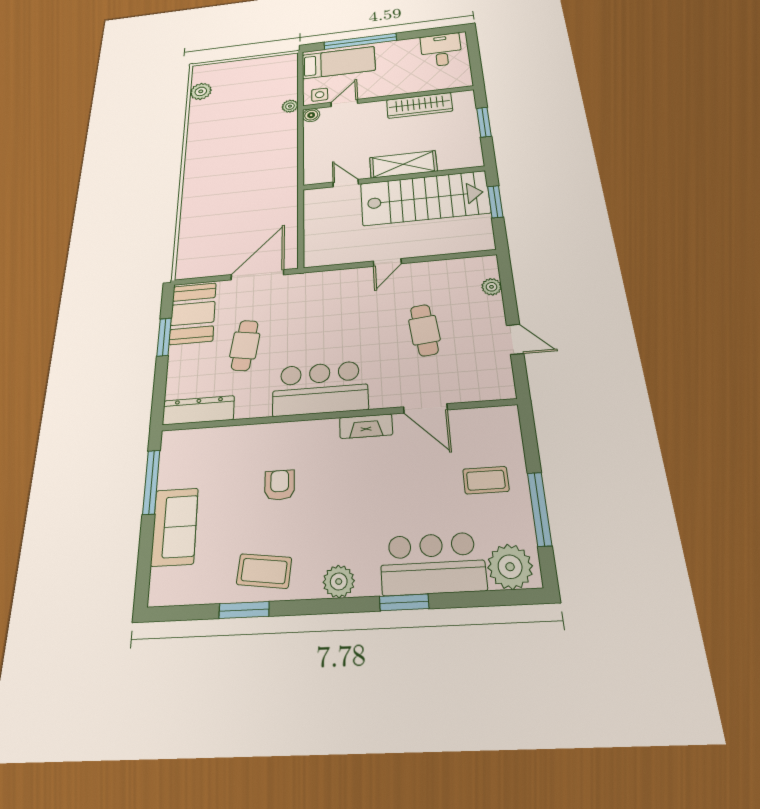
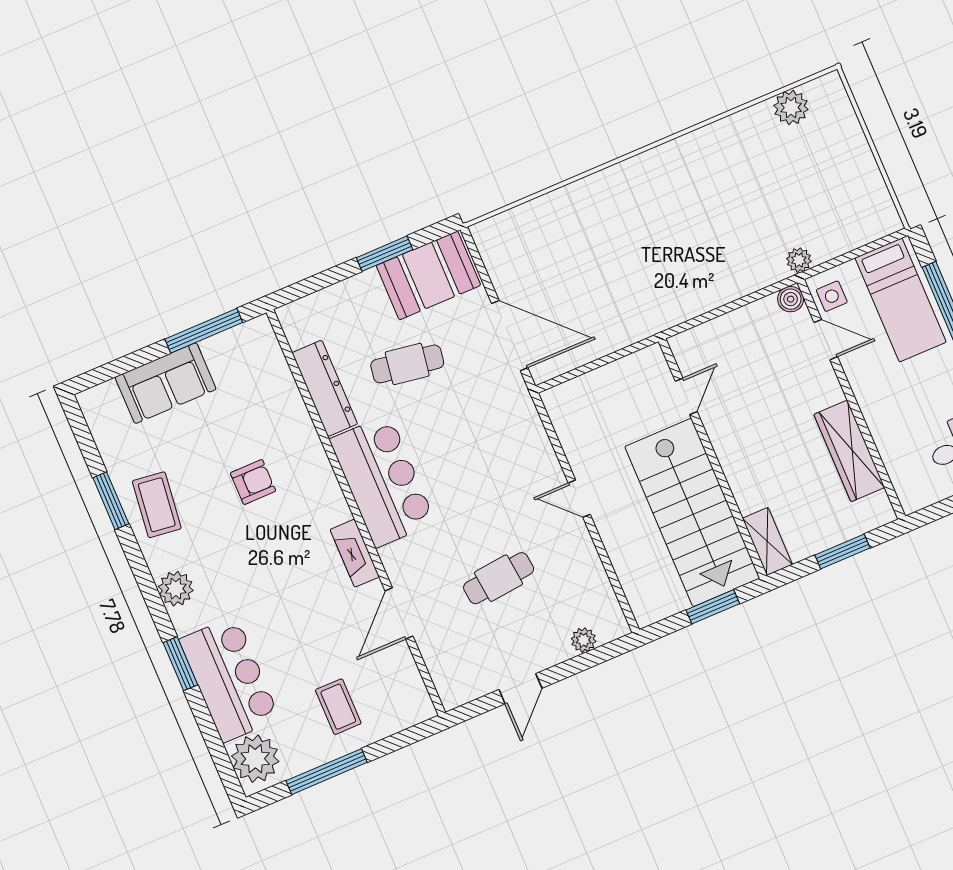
shelving: (403, 164) -> (767, 541), moved, width x0.67, depth x0.75
dresser: (198, 410) -> (325, 388), moved

